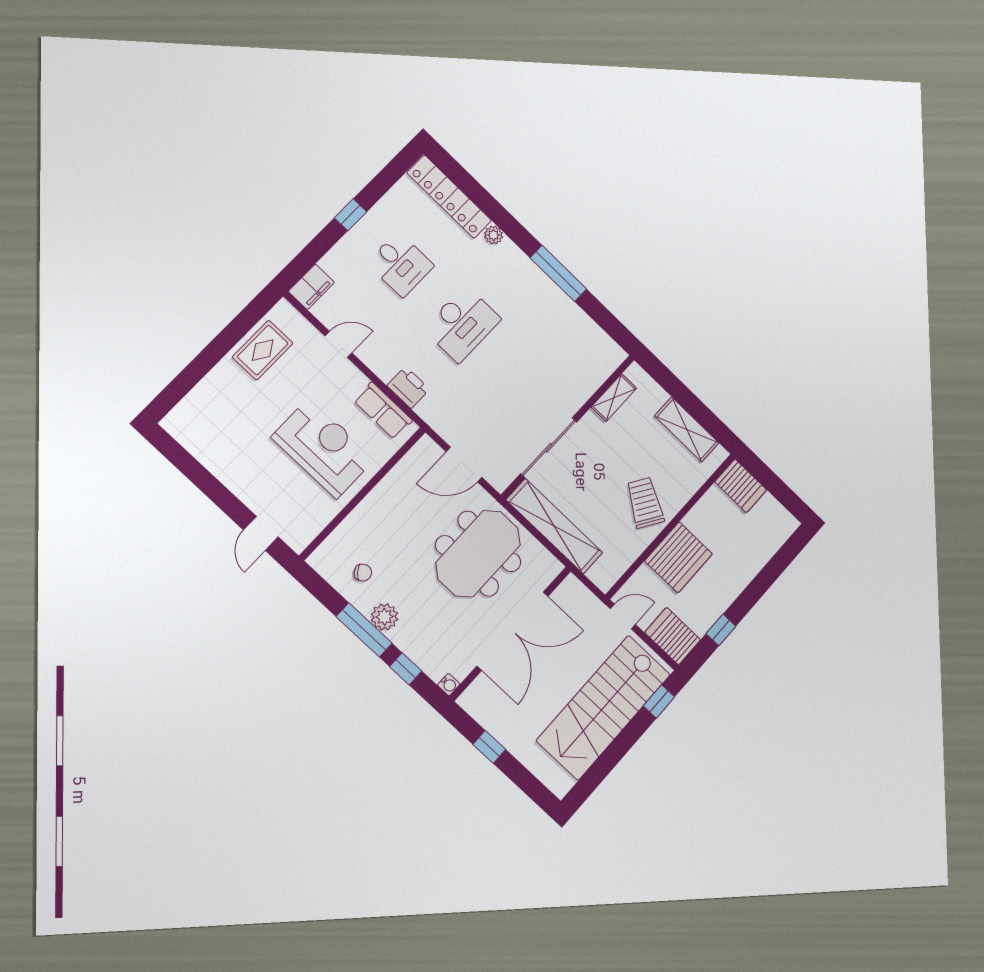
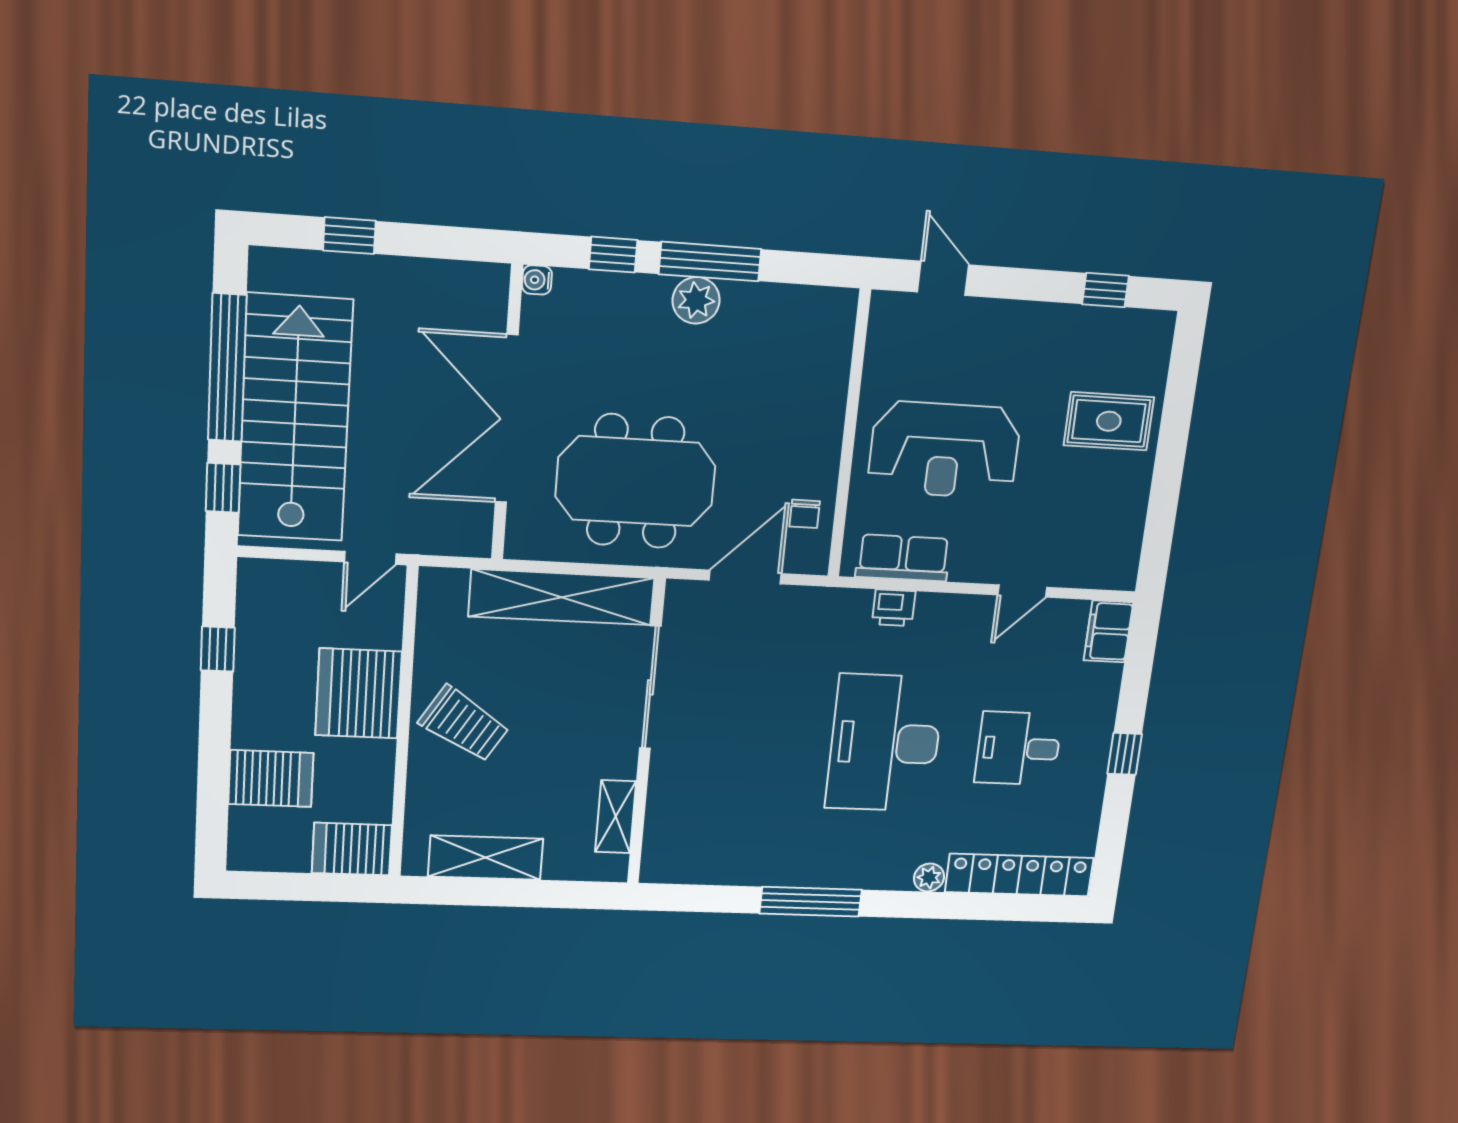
desk: (462, 324) -> (885, 743), width x1.36, depth x1.30
rug: (263, 350) -> (1109, 421), moved, turned 90
printer: (408, 387) -> (894, 608), width x0.73, depth x0.81
window: (186, 463) -> (1105, 290), added
meeting table: (478, 554) -> (635, 481), turned 90
chair: (363, 573) -> (805, 514), moved, turned -52
server rack: (673, 636) -> (271, 779), moved
window: (489, 747) -> (349, 236), moved
window: (614, 754) -> (227, 368), added

